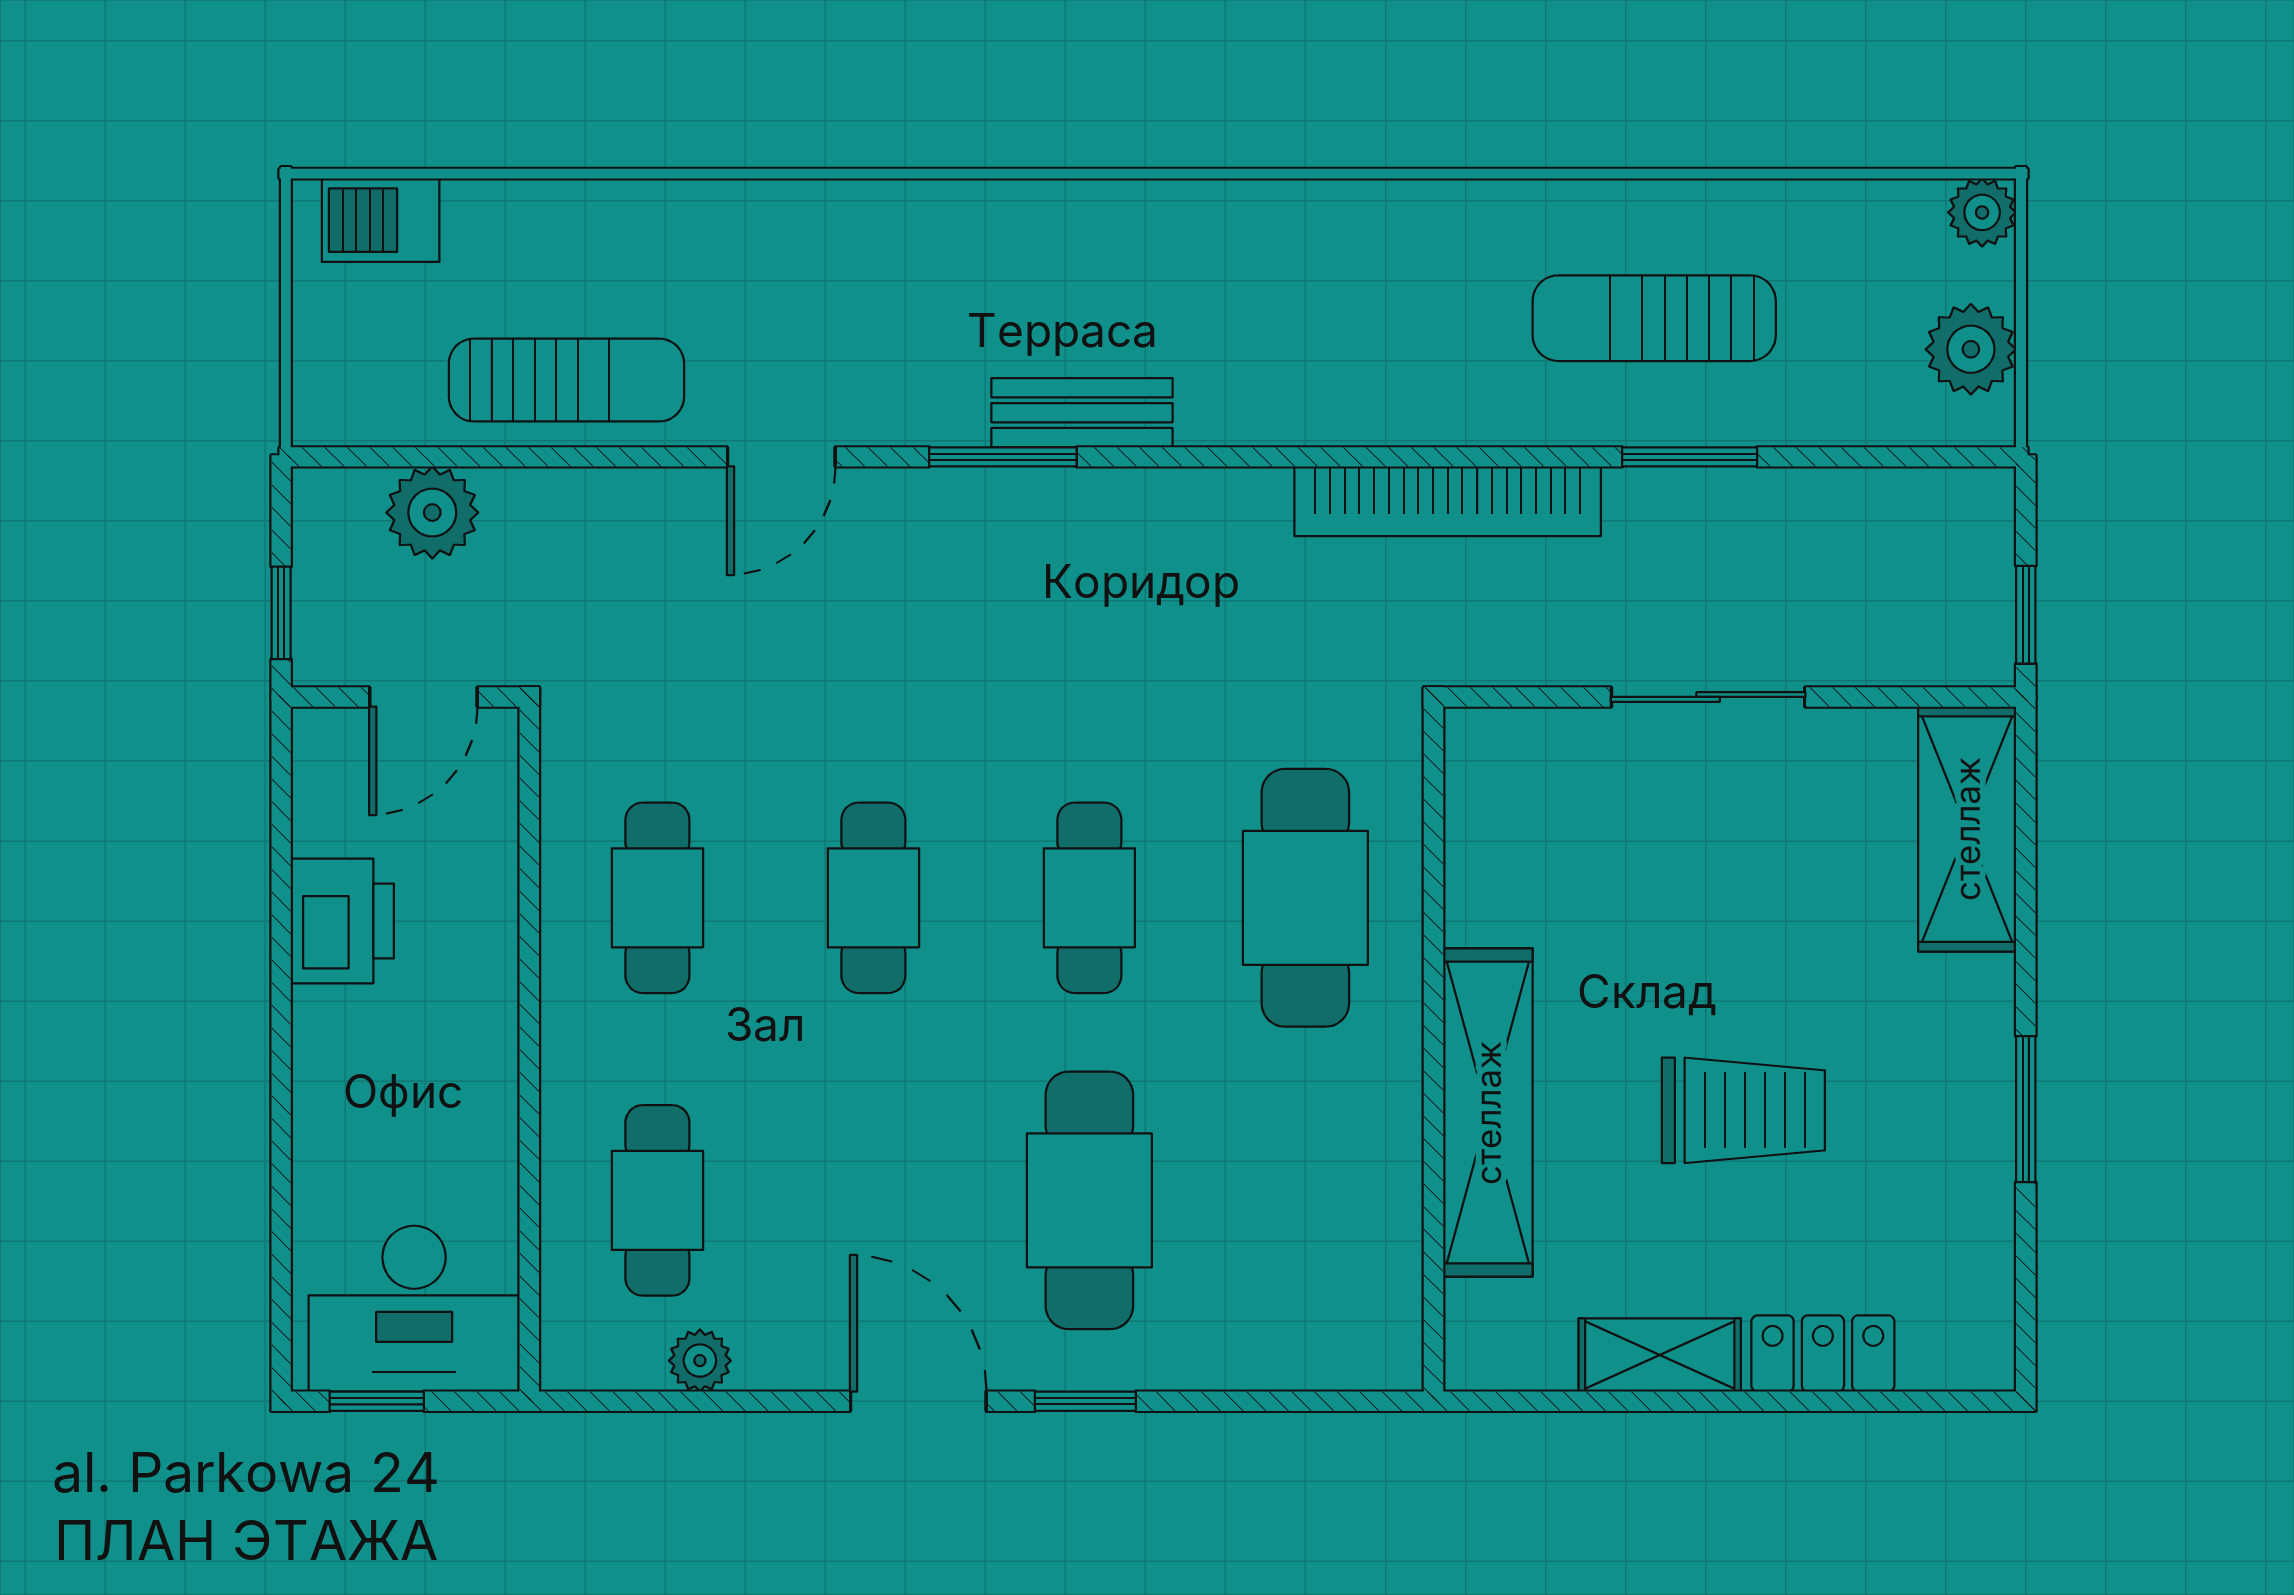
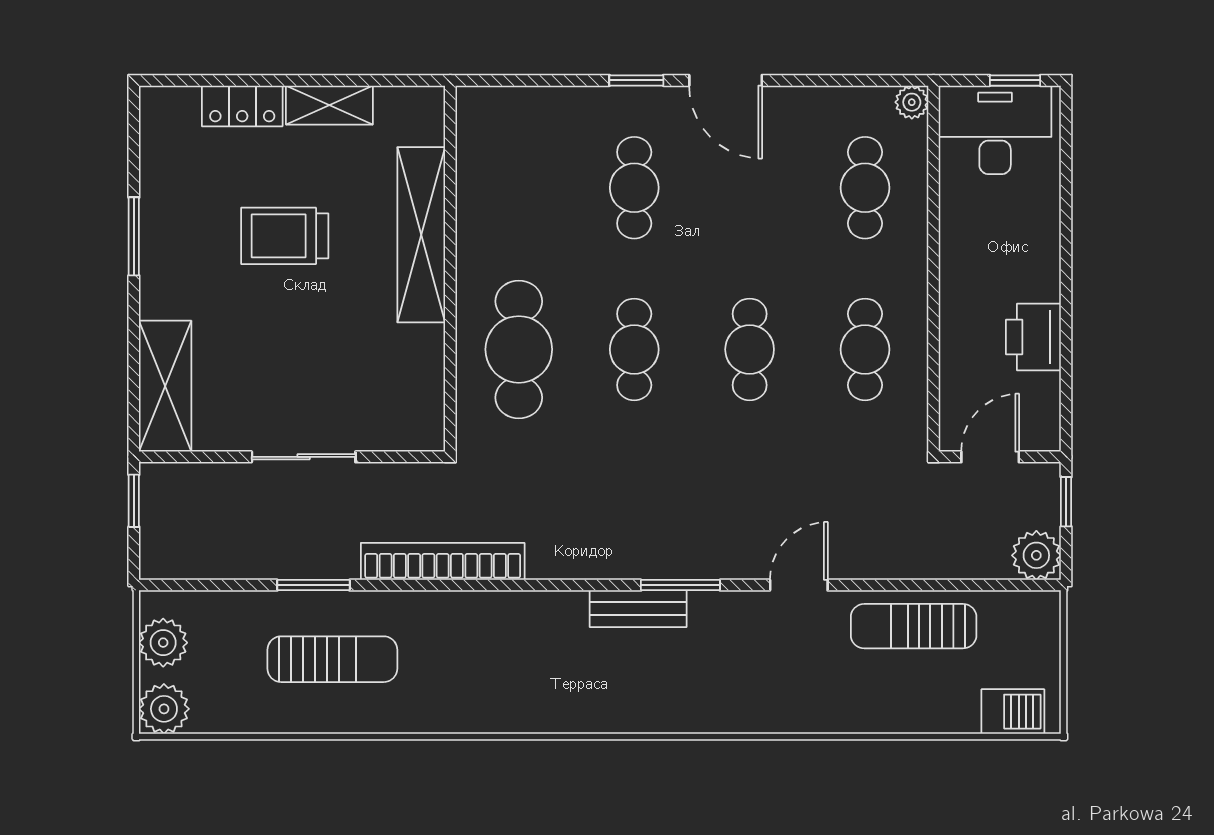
plant: (1982, 212) -> (164, 709), width x1.38, depth x1.38
plant: (432, 513) -> (1036, 555), moved
cafe table: (1089, 1200) -> (634, 188), width x0.73, depth x0.74
plant: (700, 1361) -> (912, 102), moved

